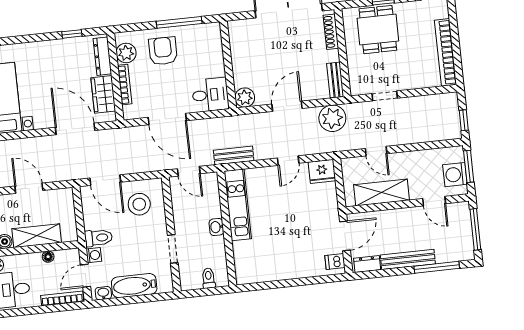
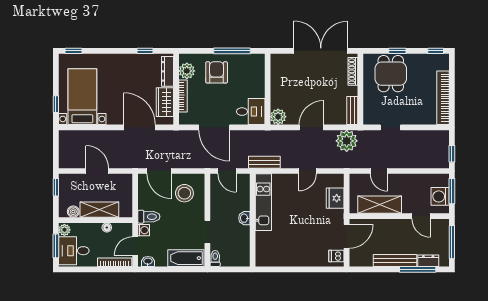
fridge: (322, 171) -> (335, 198), moved, turned 90
dresser: (367, 264) -> (428, 261), moved
toilet: (209, 278) -> (215, 258), moved
bathtub: (134, 286) -> (186, 258), moved

